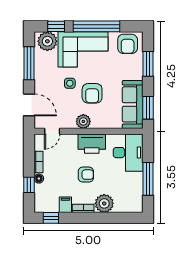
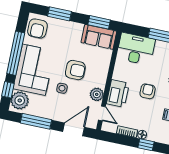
armchair: (128, 44) -> (37, 28), turned 90
sofa: (133, 104) -> (99, 37), width x0.73
plant: (83, 121) -> (97, 94), moved
printer: (92, 144) -> (118, 94), moved

